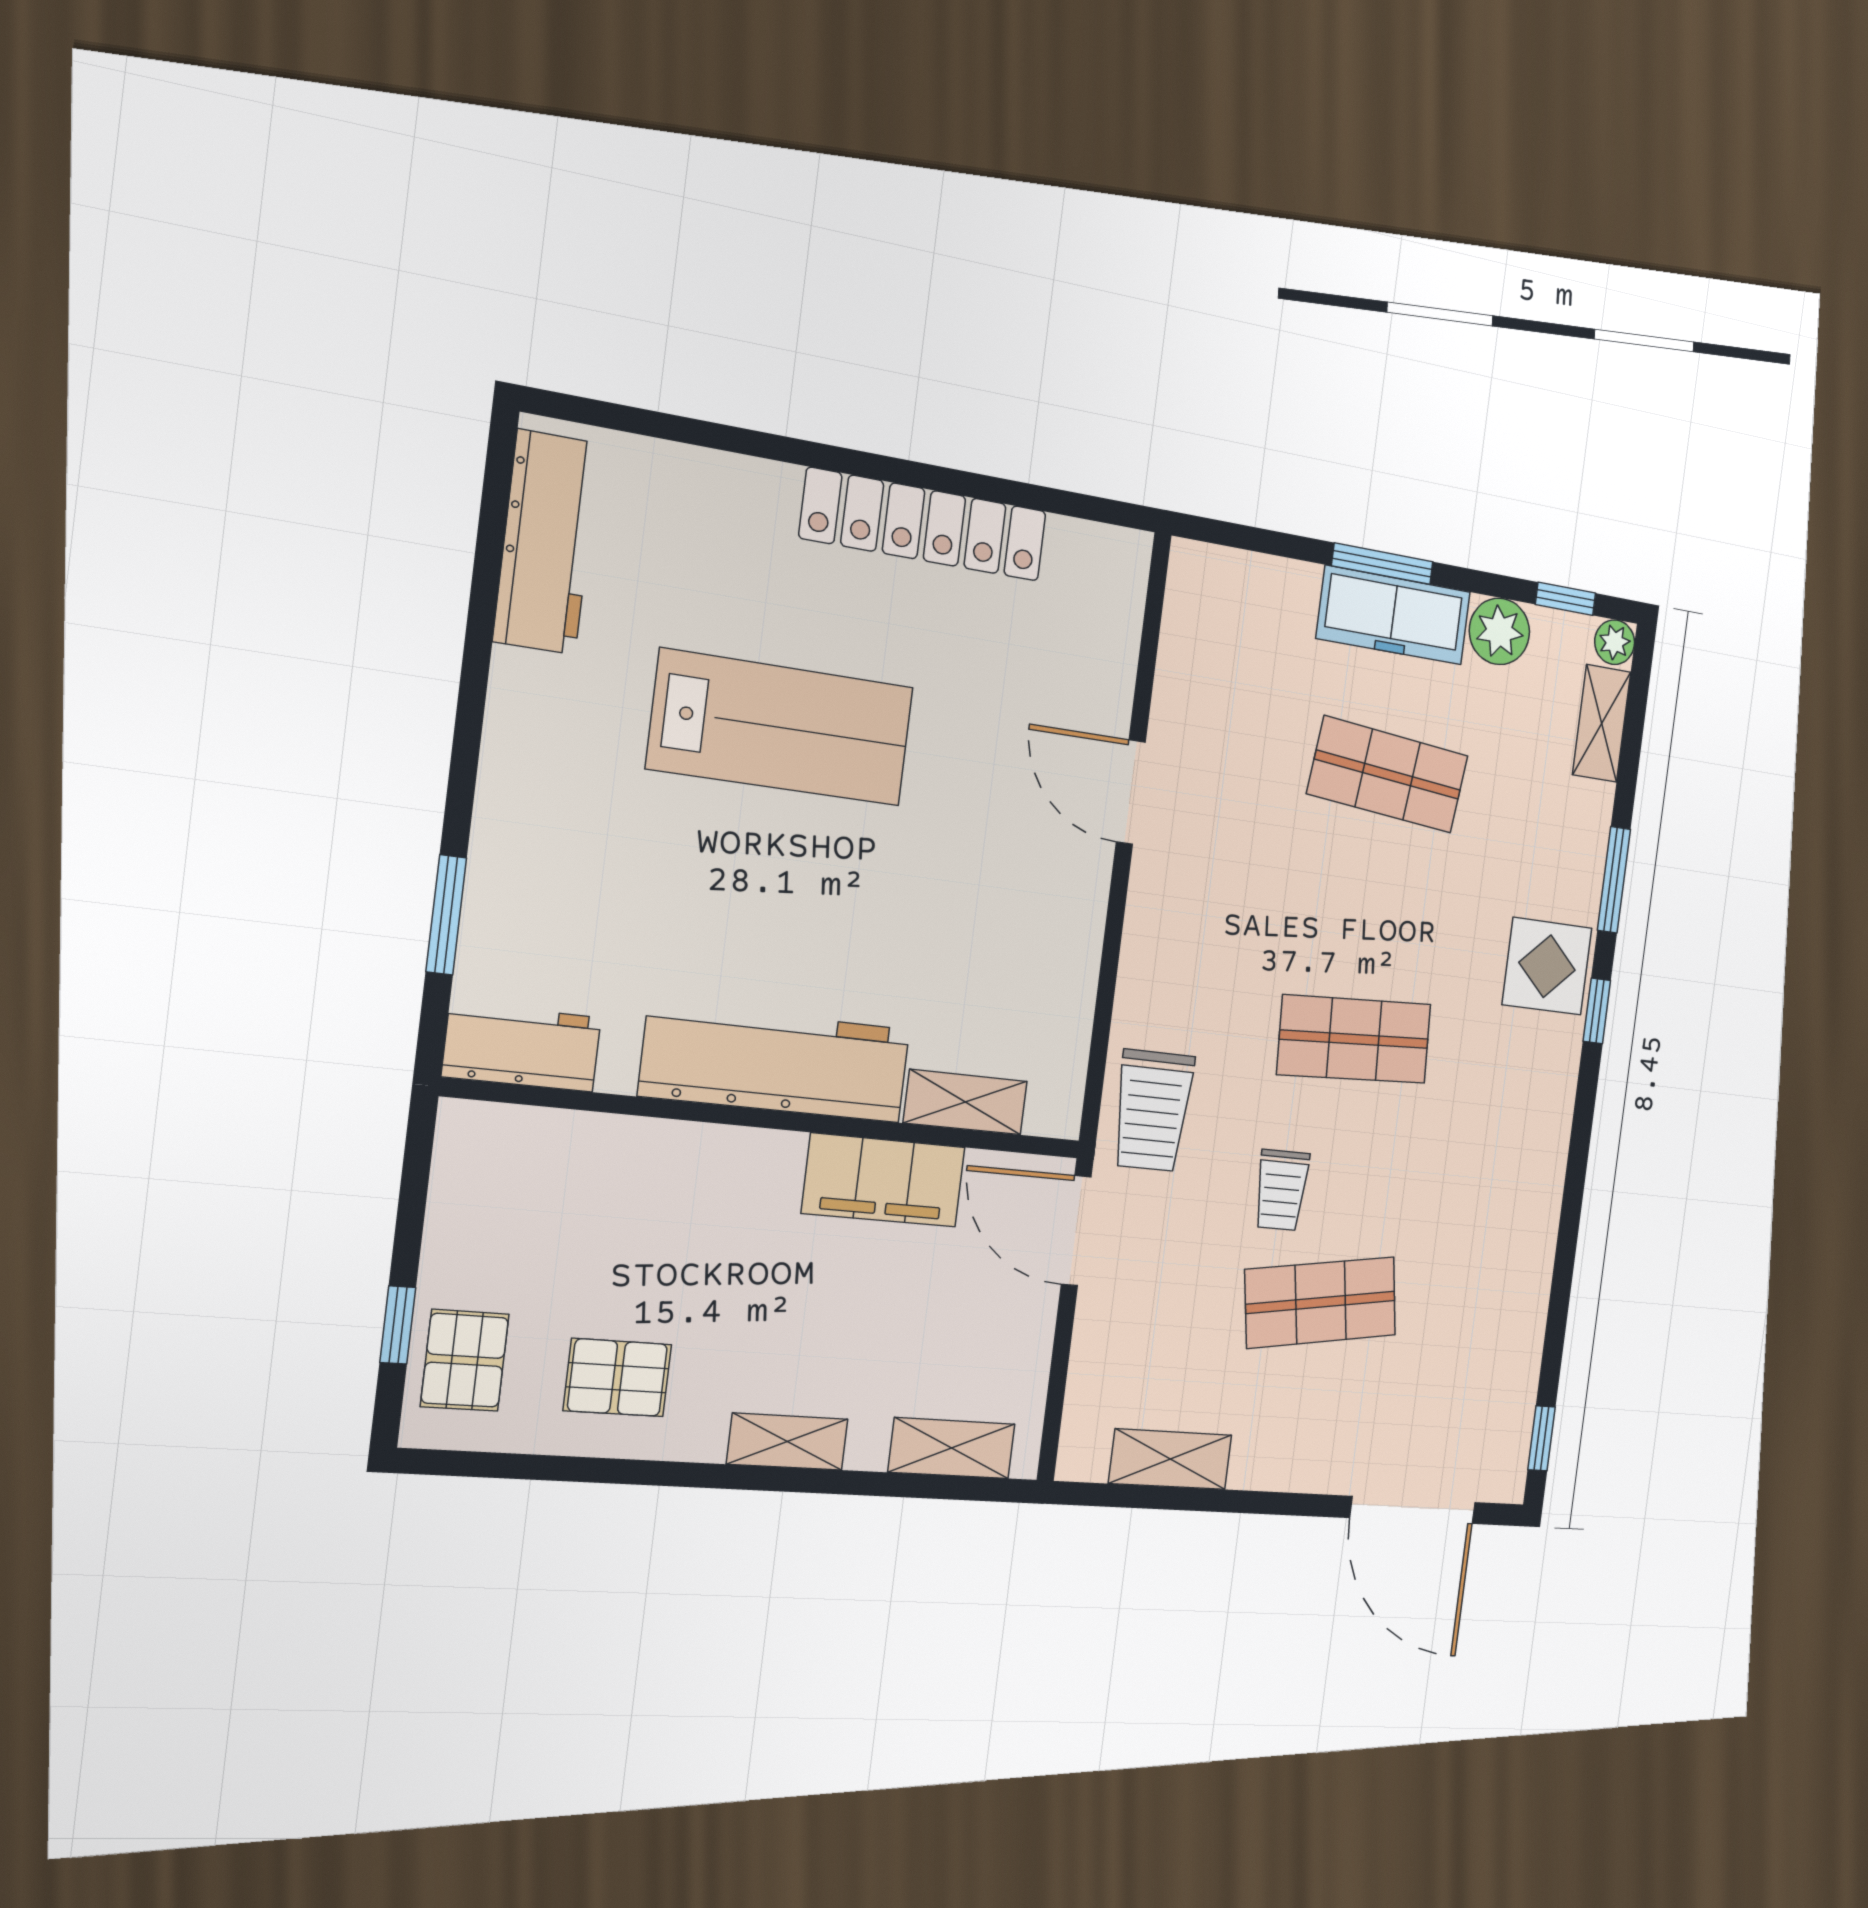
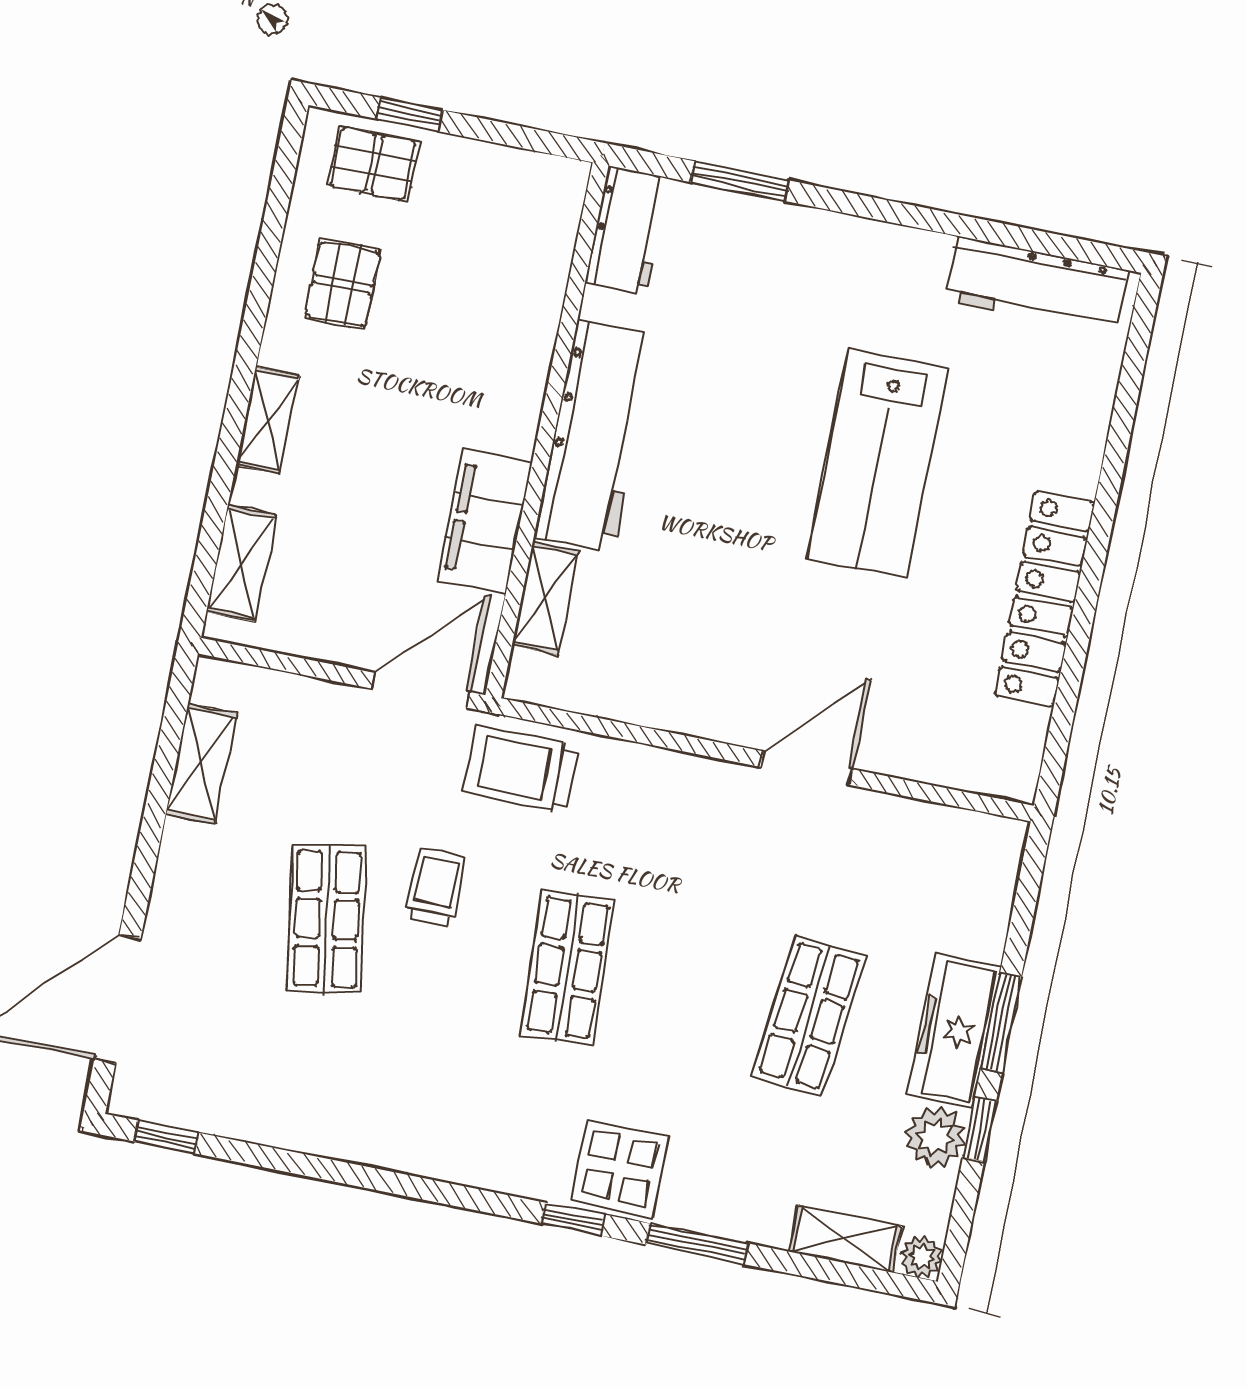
window: (1566, 599) -> (979, 1129), moved
trolley: (1281, 1190) -> (436, 887), turned 90

